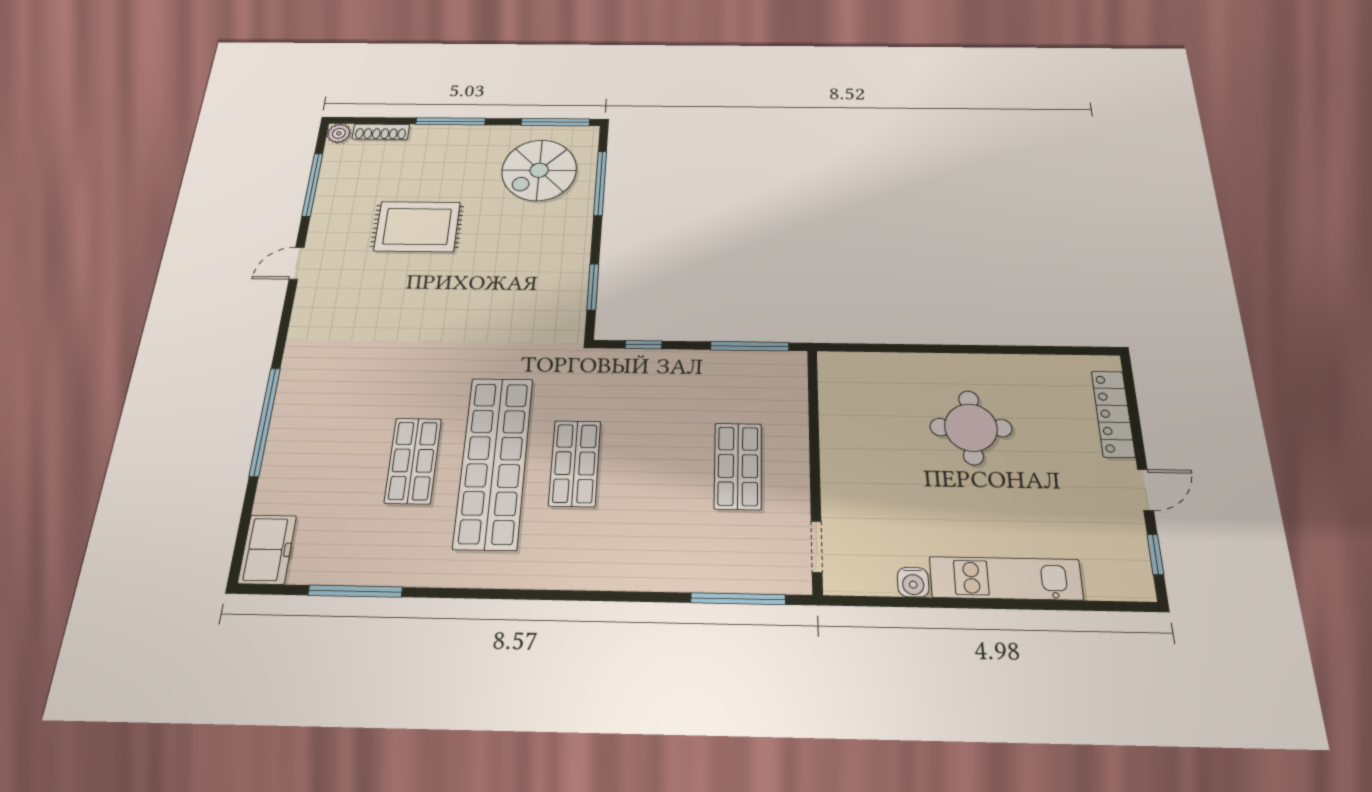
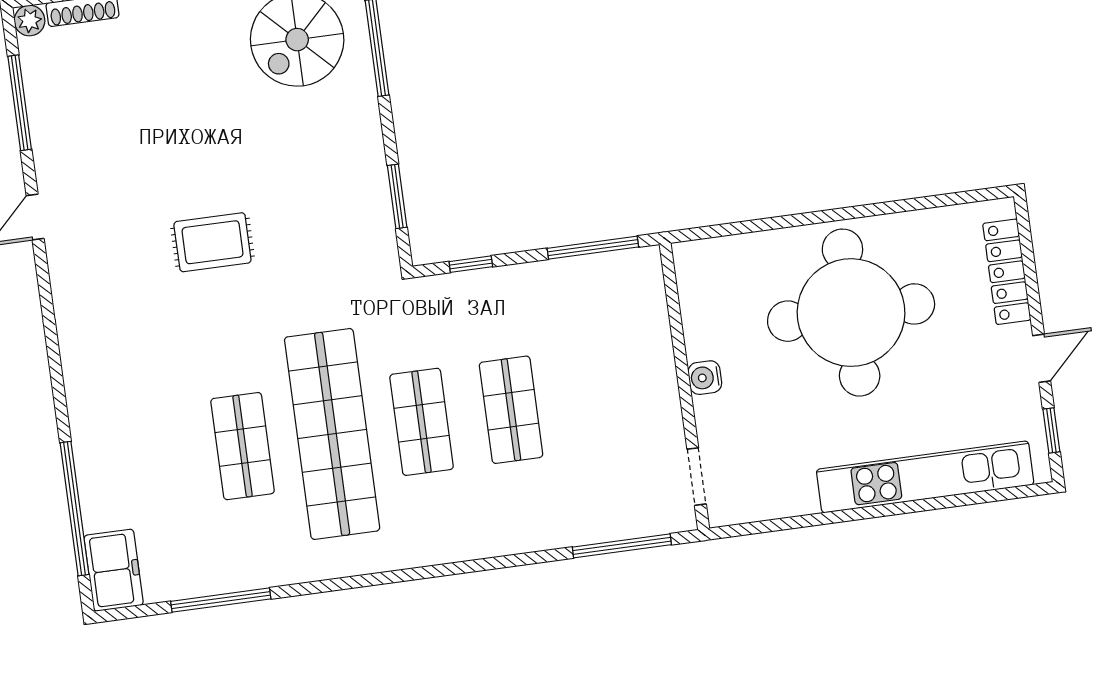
rug: (417, 226) -> (212, 242), moved, width x0.73, depth x0.70
window: (265, 422) -> (75, 509), moved
round table: (971, 428) -> (851, 313), width x1.86, depth x1.86
shop shelf: (738, 466) -> (511, 410), moved
kitchen unit: (1006, 578) -> (925, 477), width x1.36
water cooler: (913, 582) -> (705, 378), moved, turned 90

